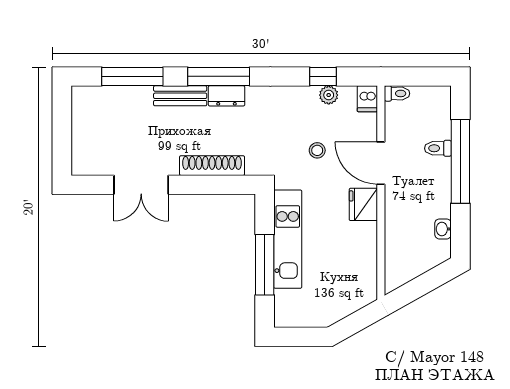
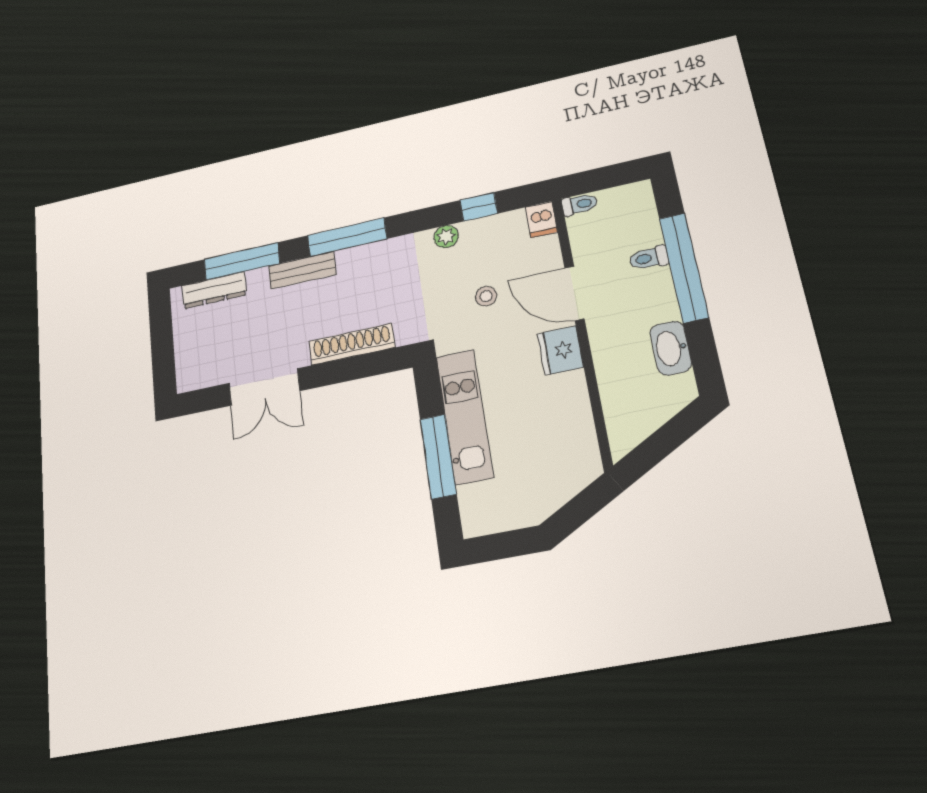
plant: (329, 95) -> (446, 237), moved
dresser: (227, 96) -> (214, 290), moved, width x1.44
washbasin: (443, 229) -> (671, 348), width x1.91, depth x1.45

